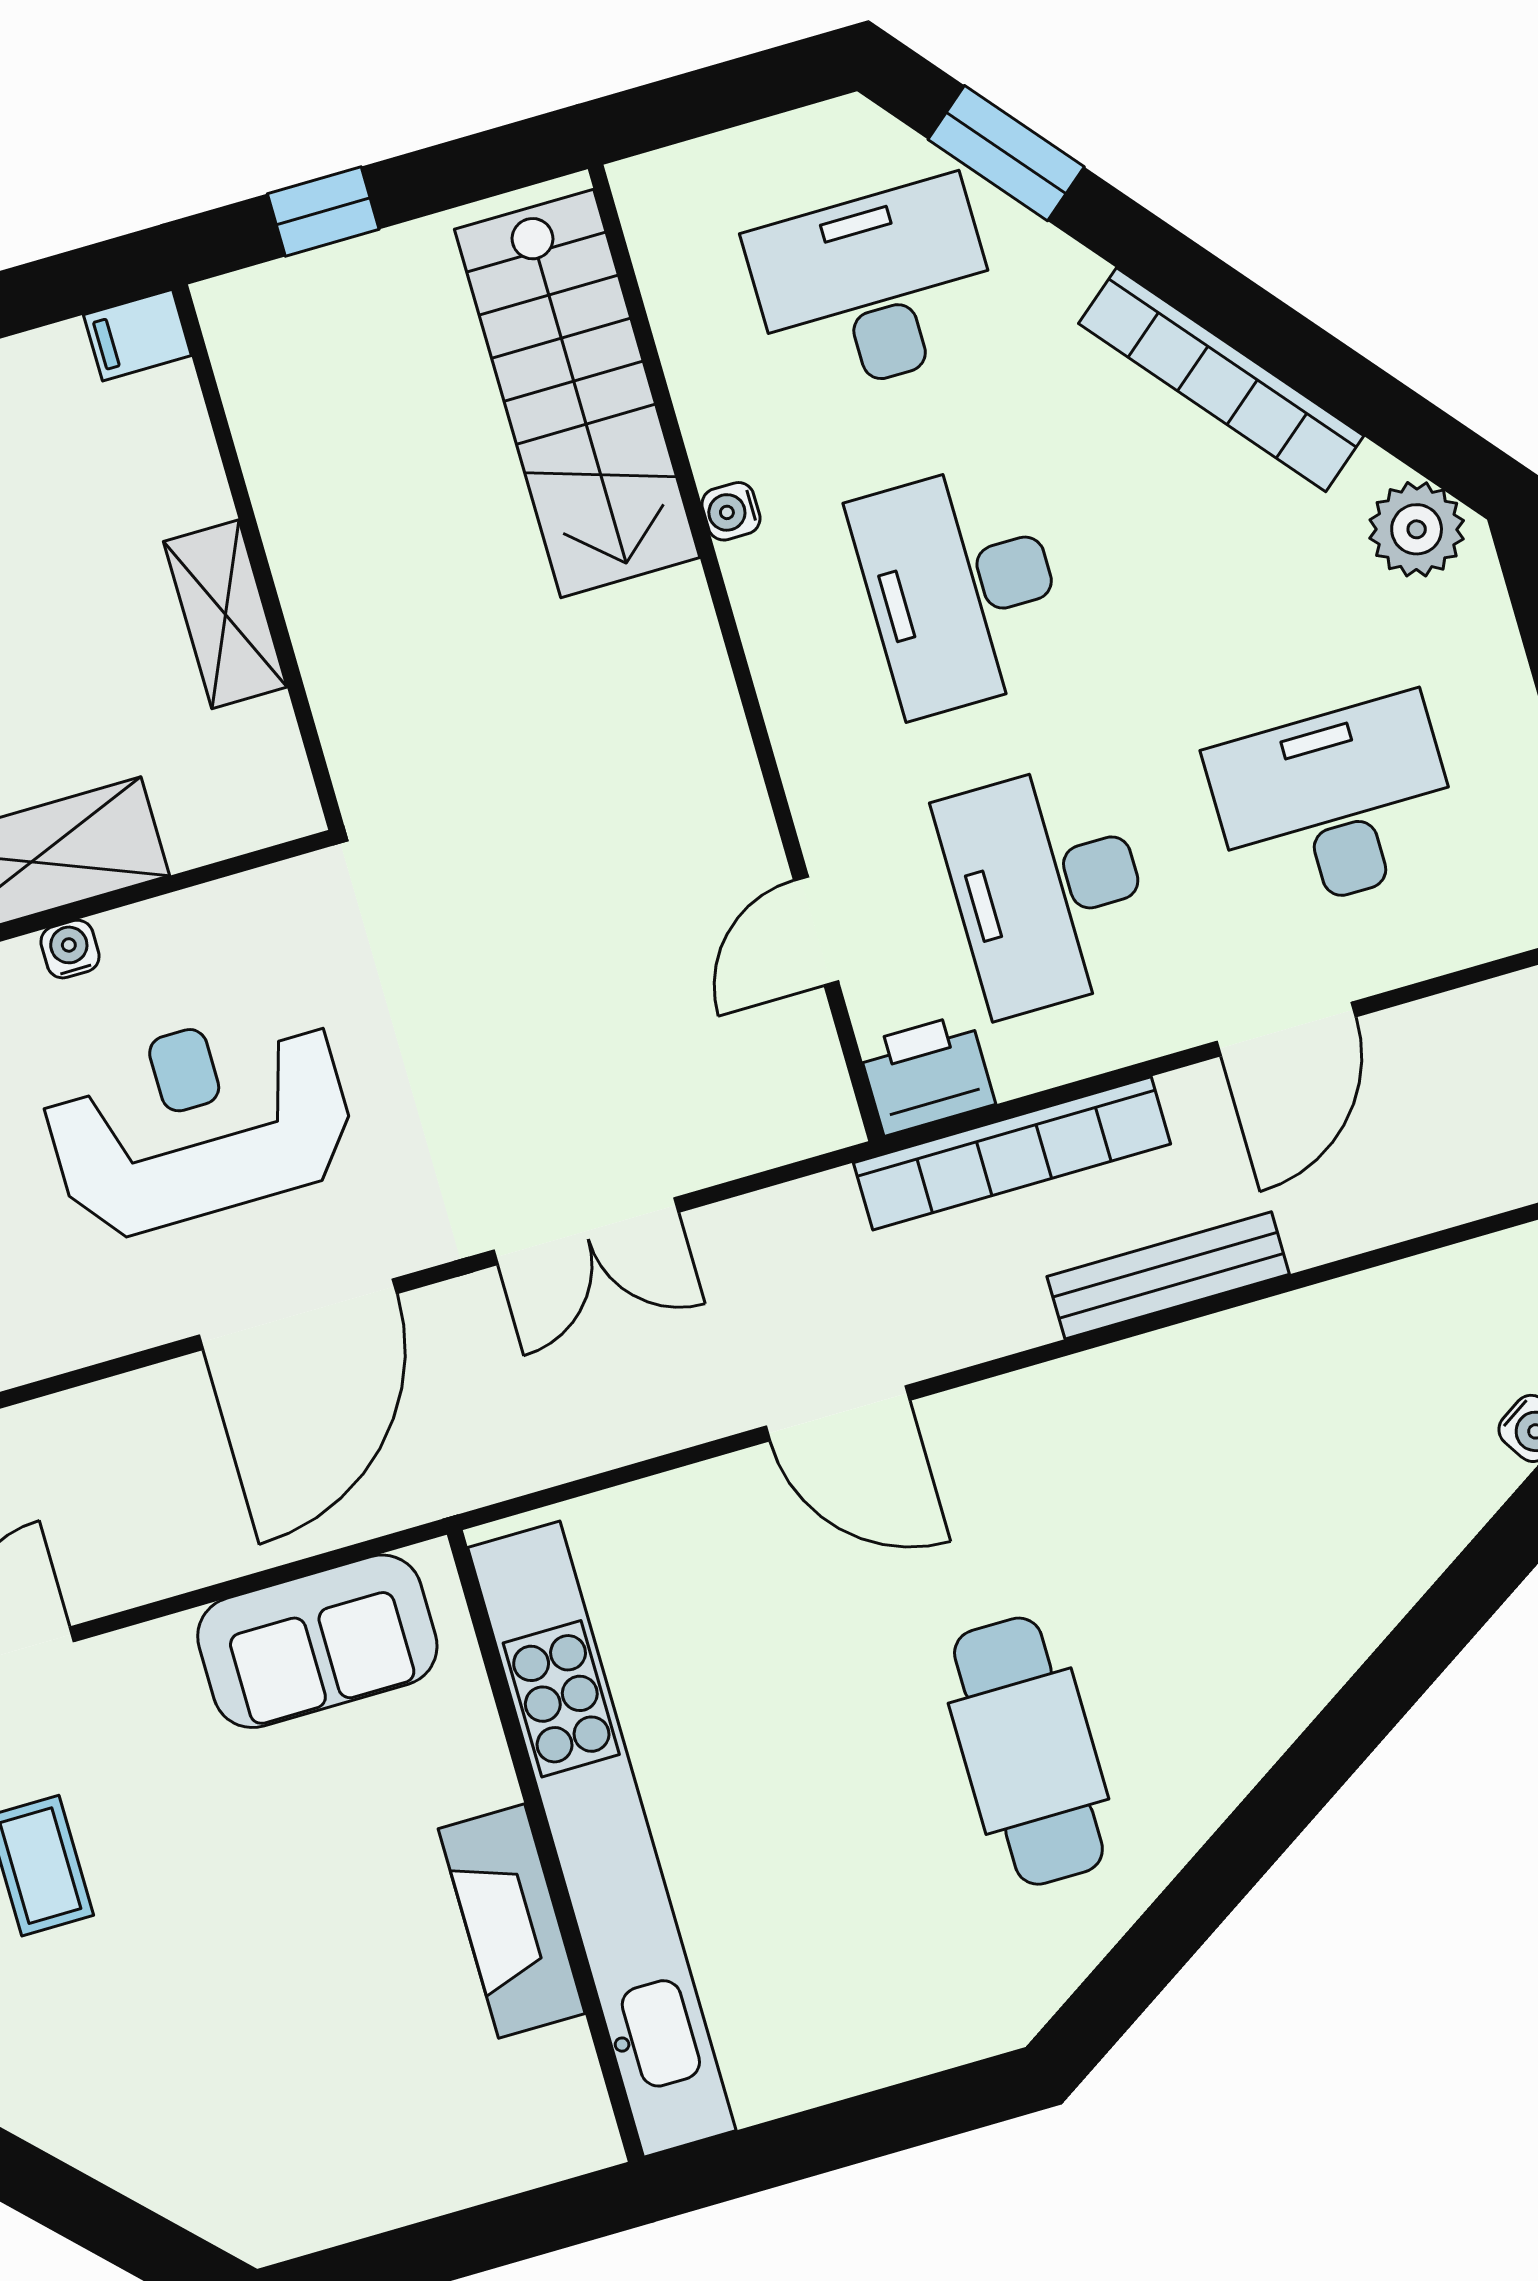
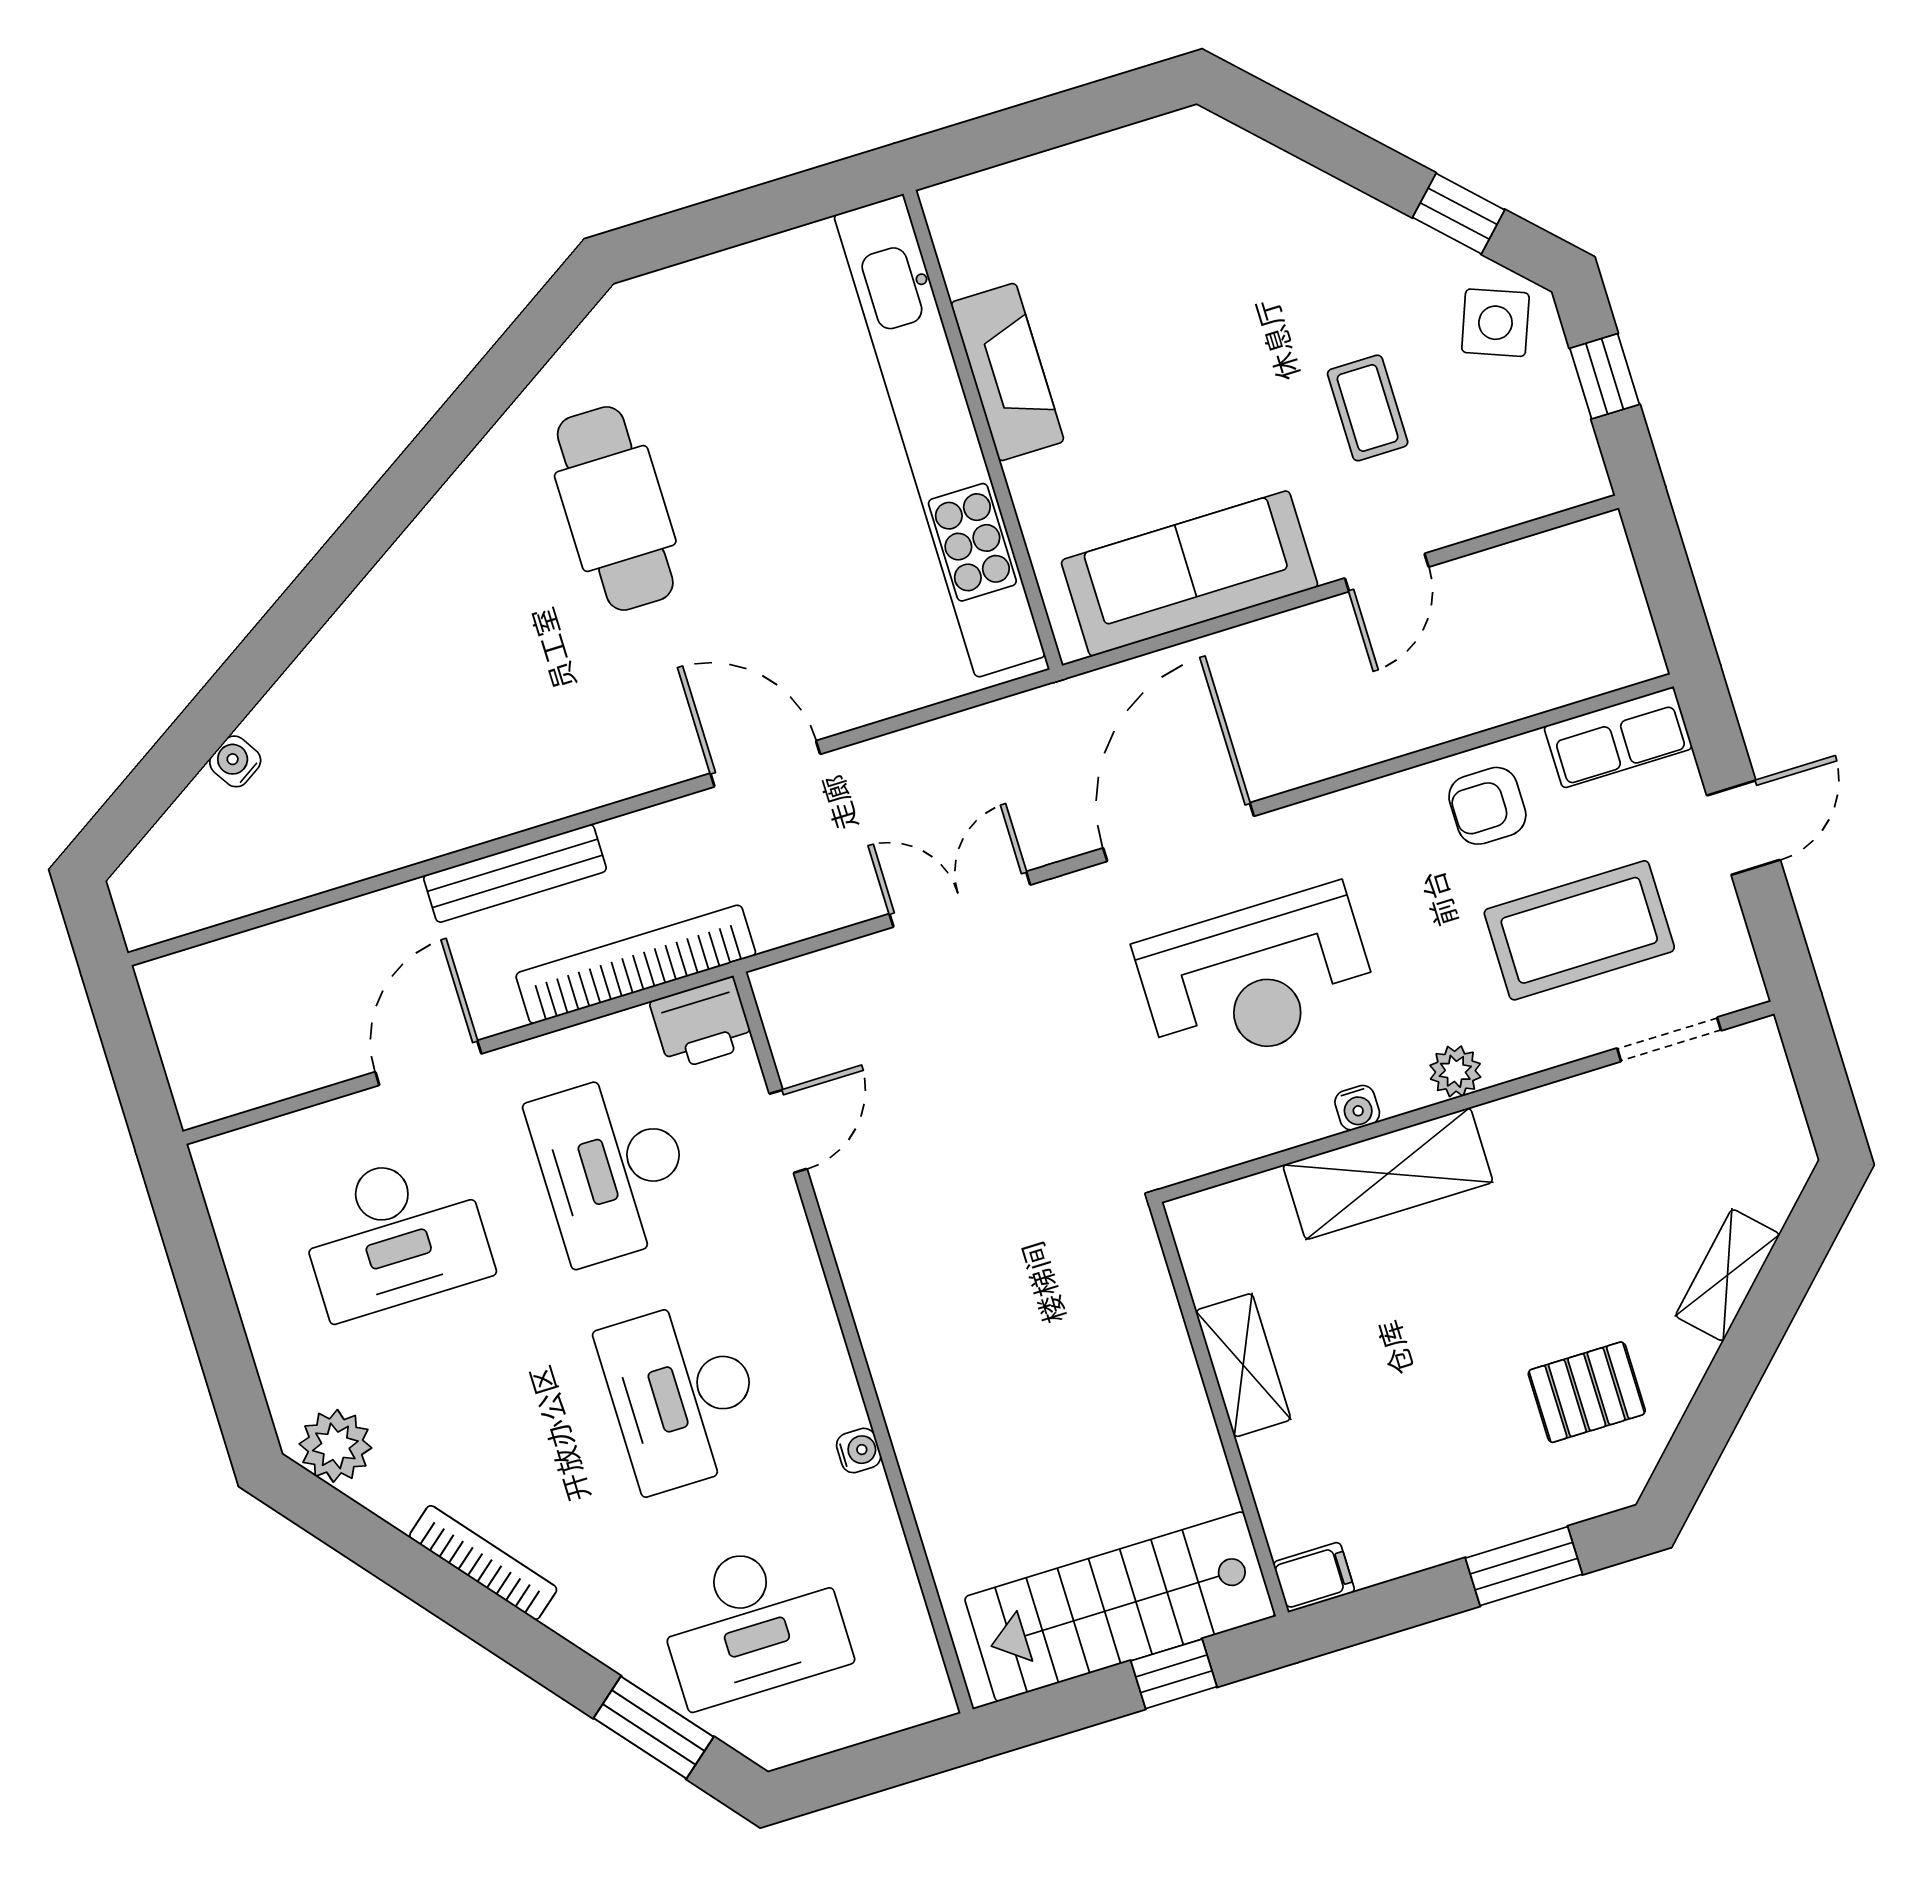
bookcase: (1221, 380) -> (483, 1563), width x0.68, depth x0.76
stairs: (577, 393) -> (1120, 1607), moved, turned -90
desk: (961, 588) -> (682, 1395), turned 180
desk: (1047, 888) -> (612, 1167), turned 180
sofa: (317, 1641) -> (1190, 574), width x1.36

